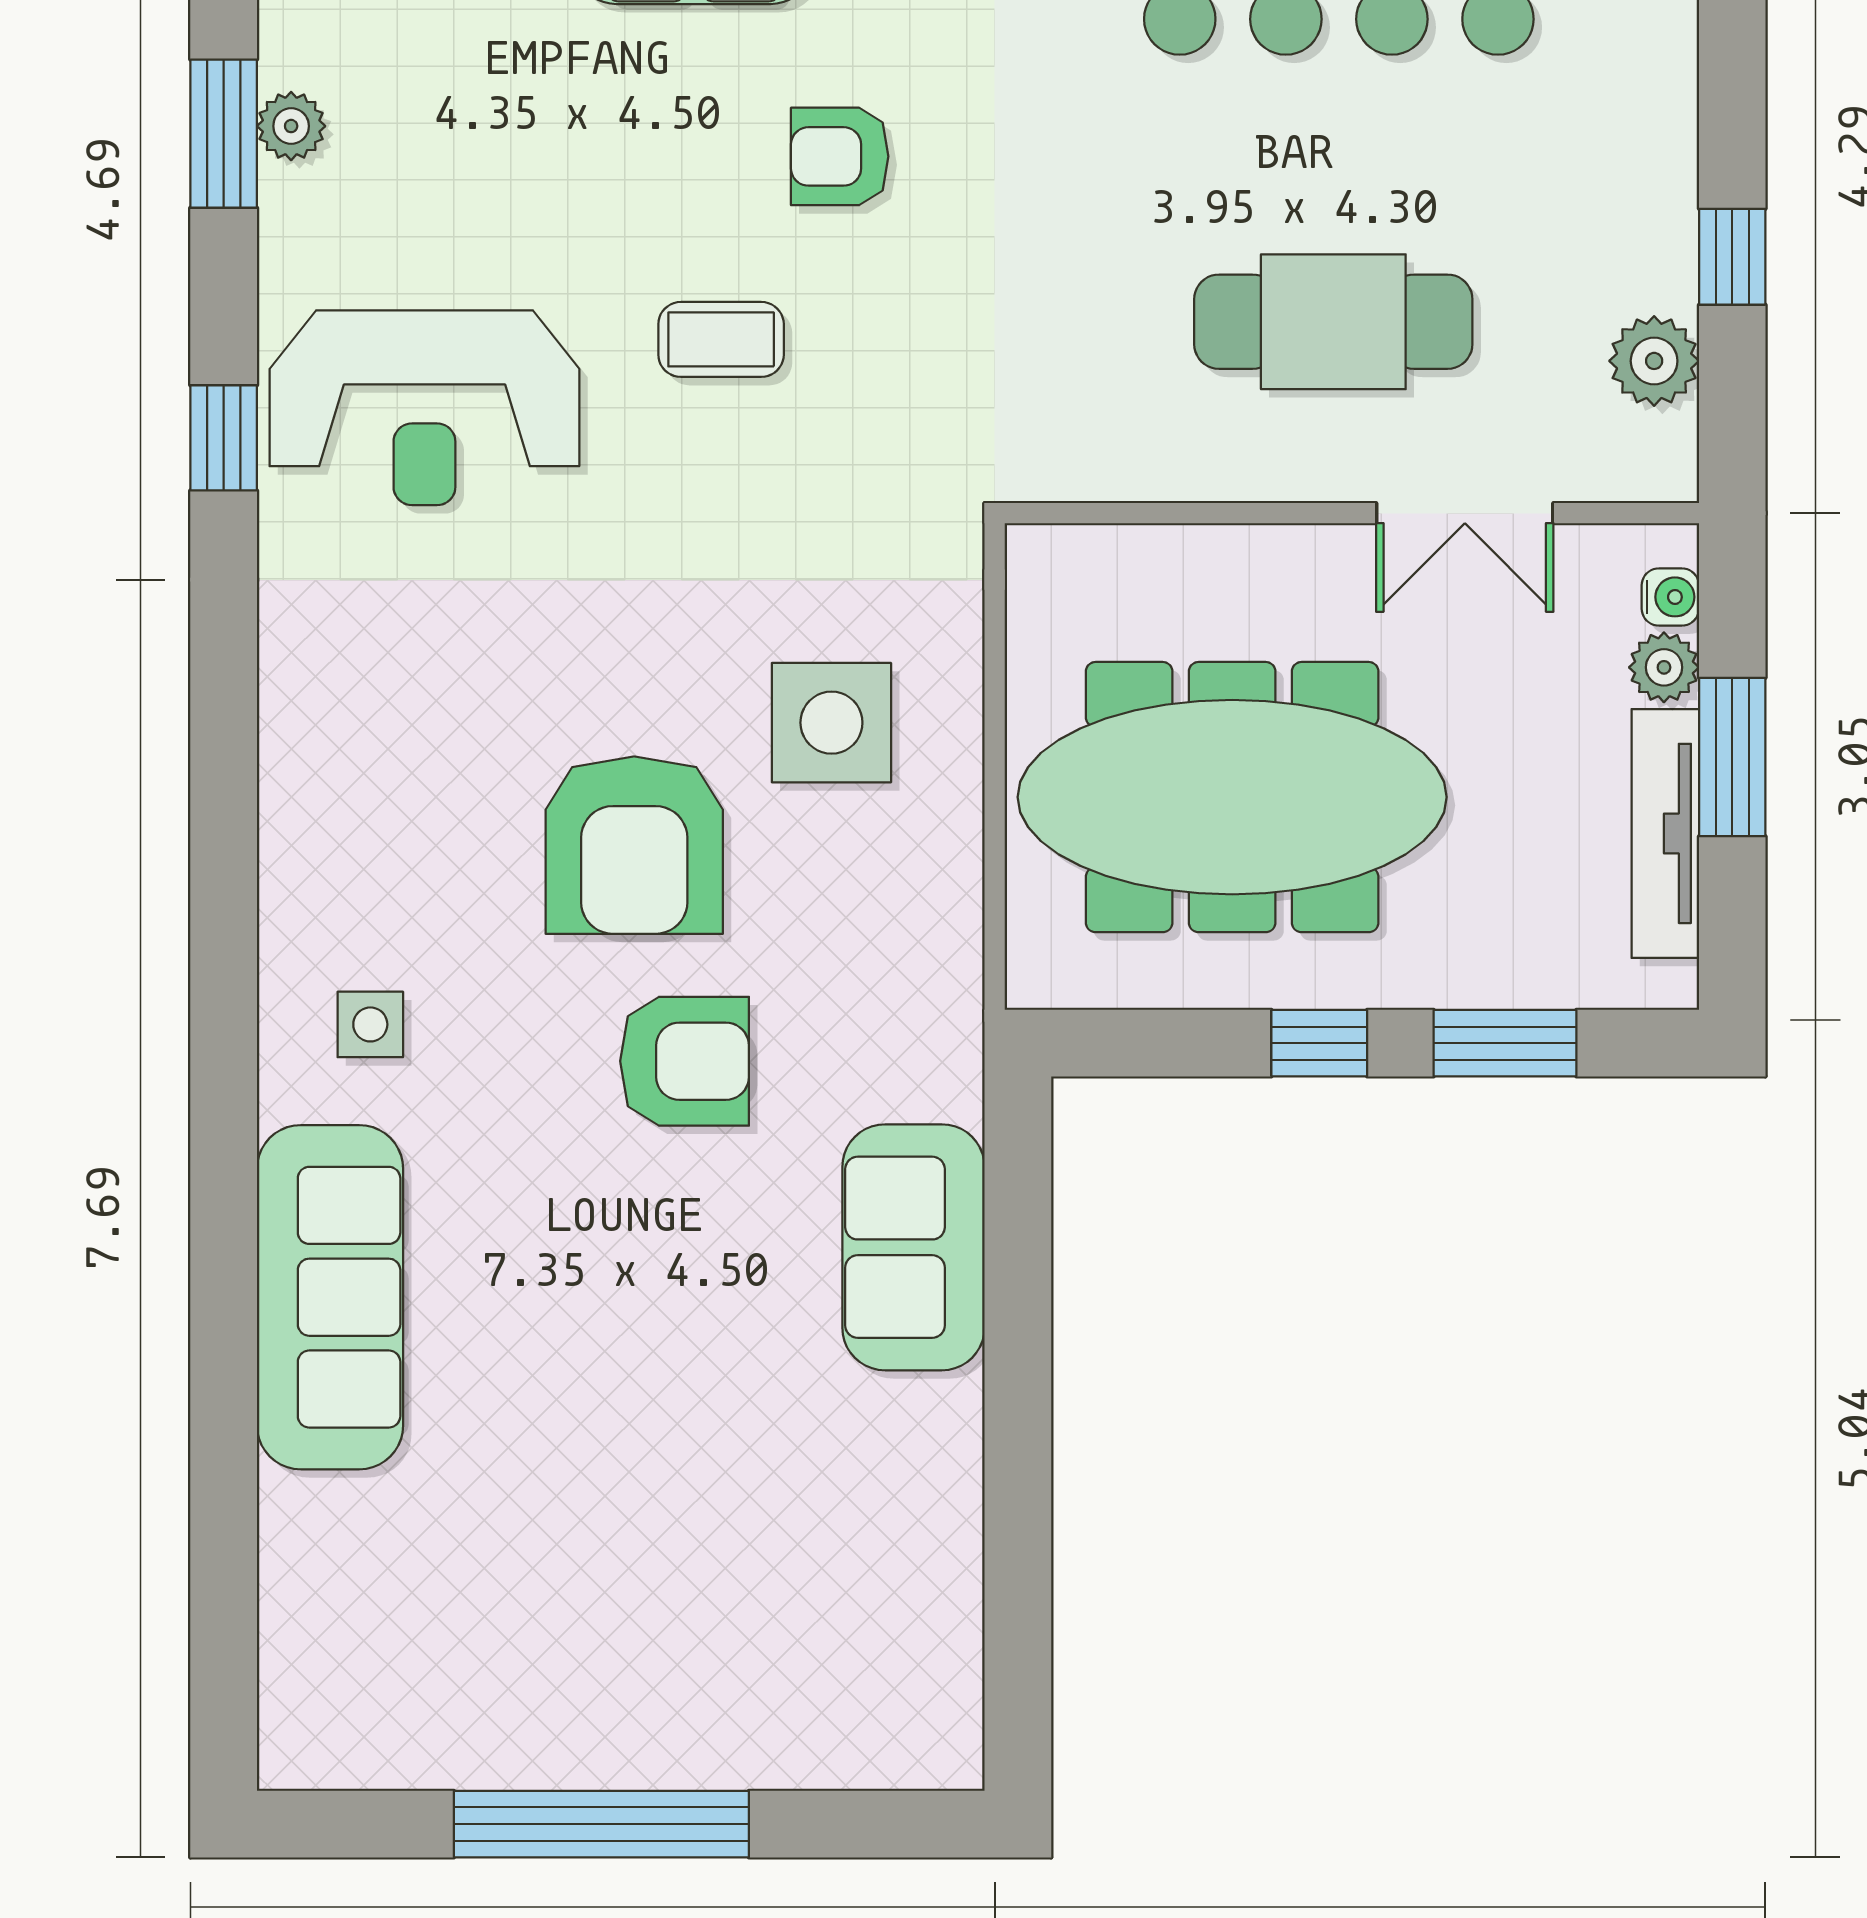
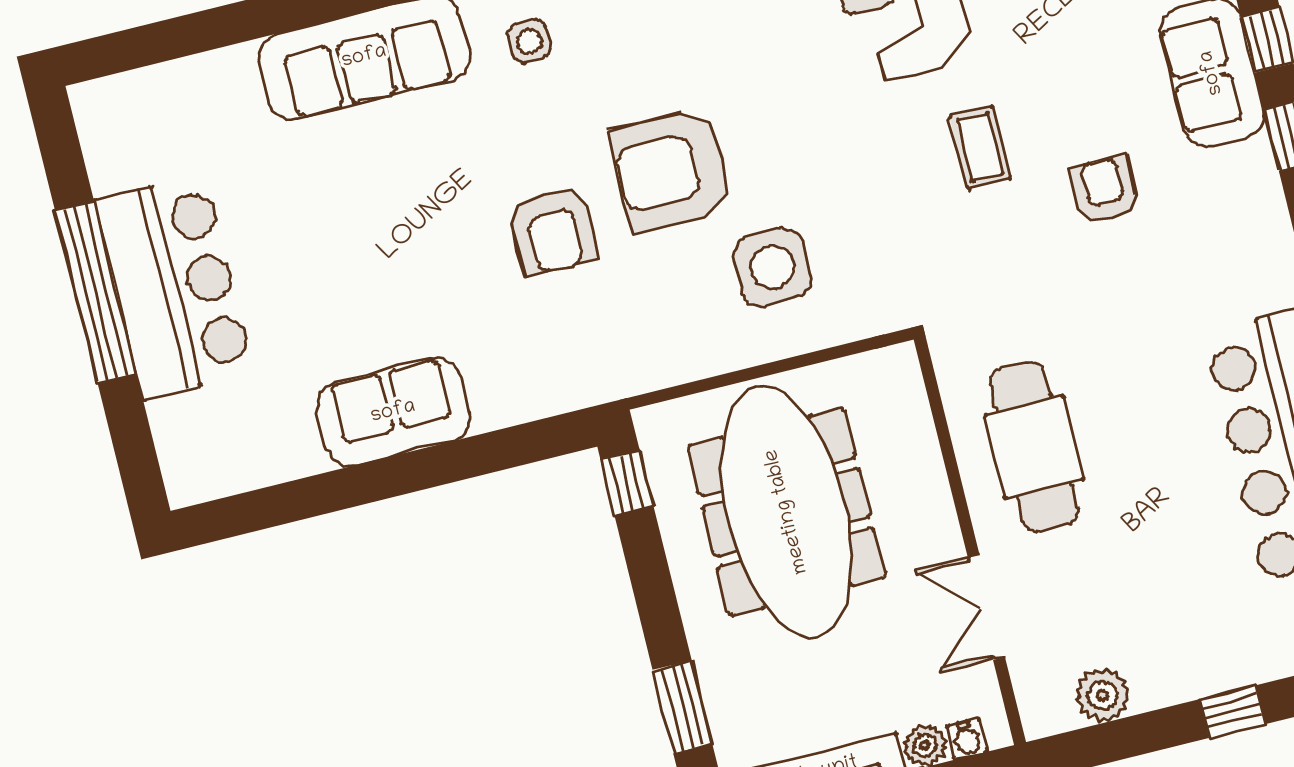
window: (1732, 257) -> (1232, 712), moved
cafe table: (1333, 322) -> (1034, 447), moved
window: (1319, 1043) -> (627, 483), moved
sofa: (913, 1247) -> (393, 412), moved
bar counter: (624, 1695) -> (174, 287), added

